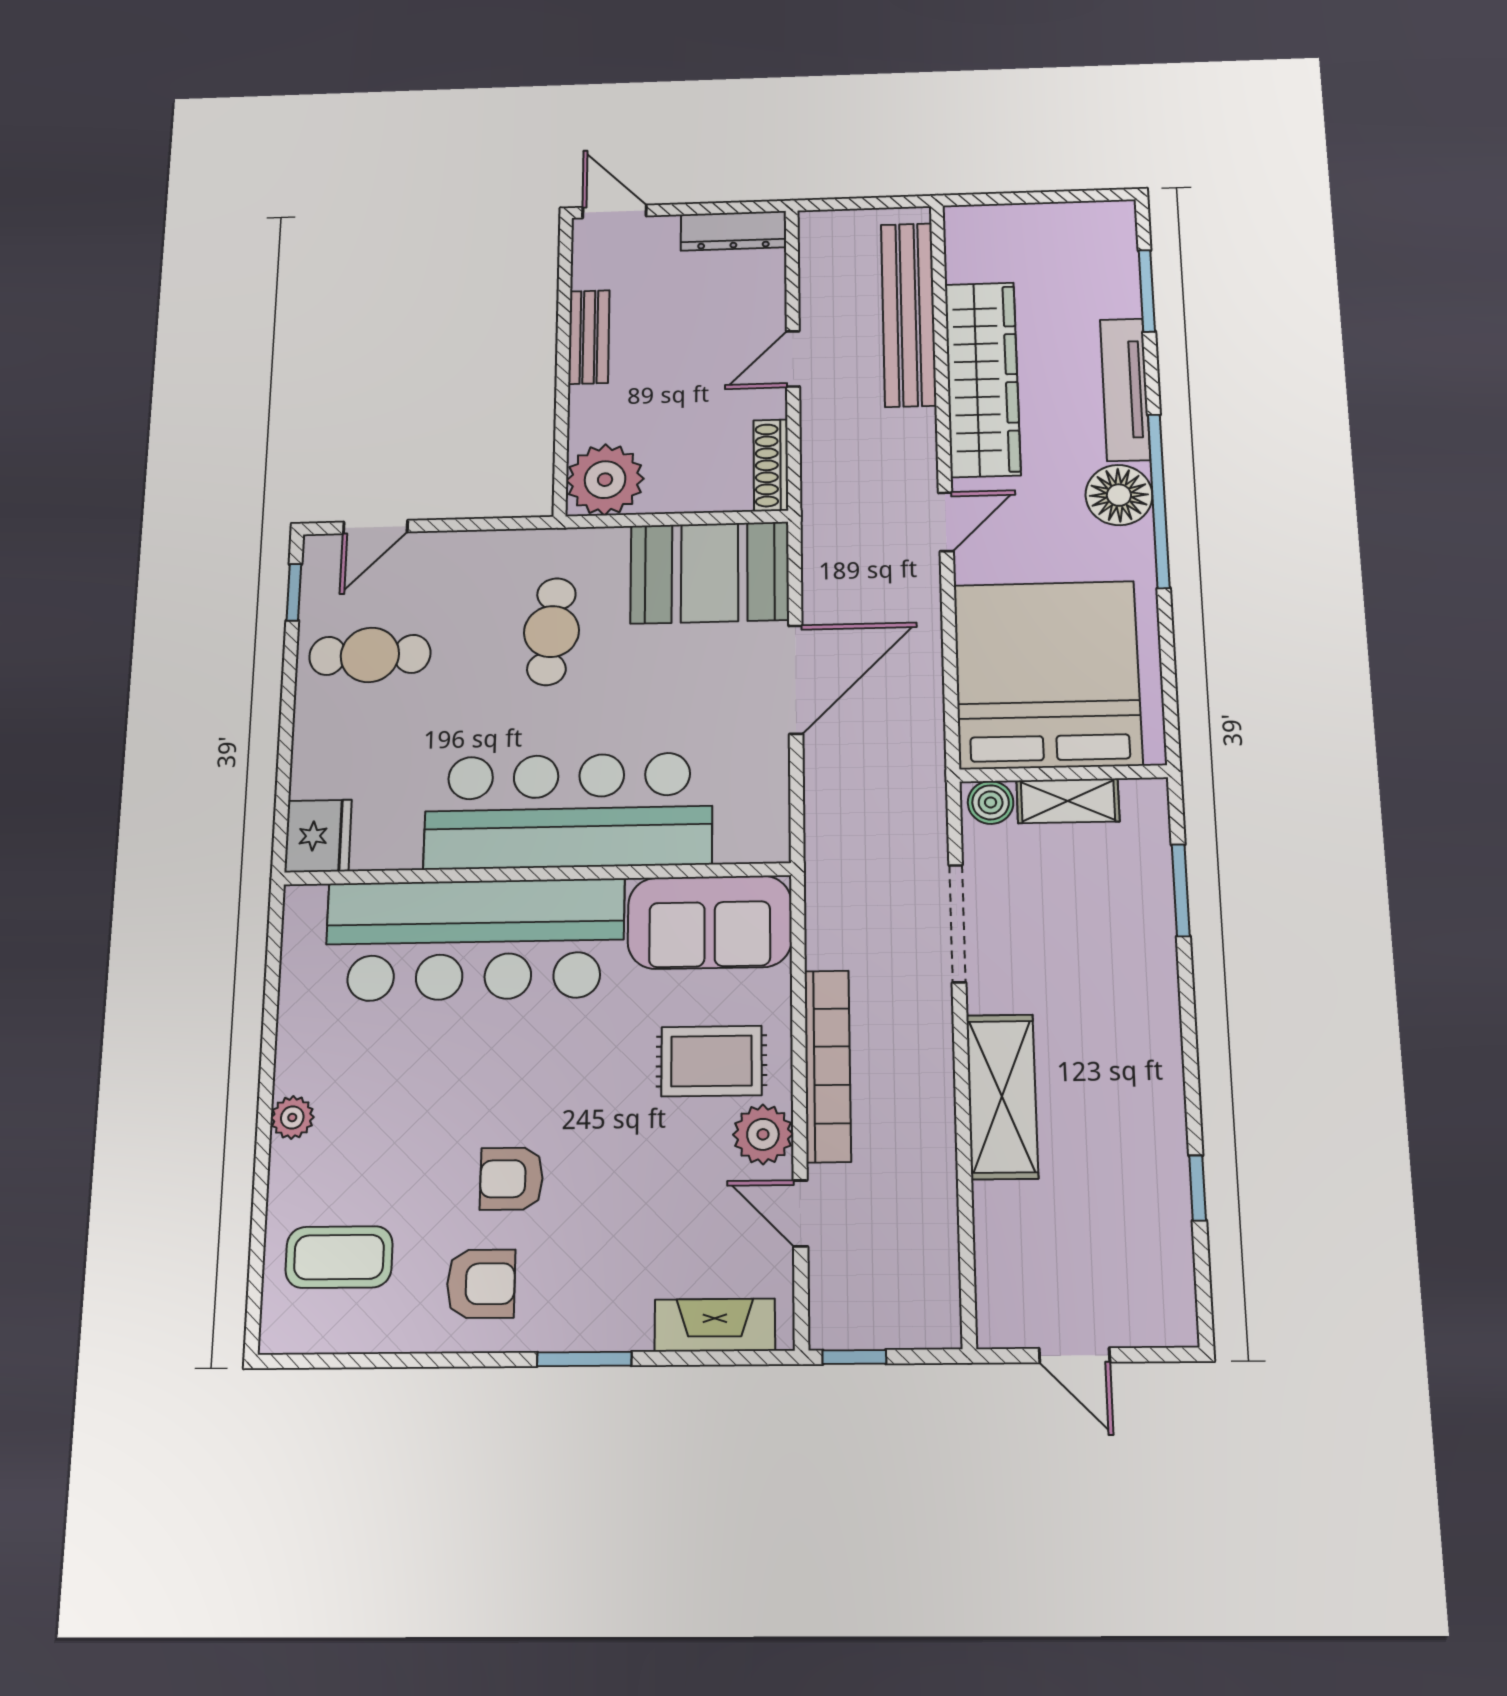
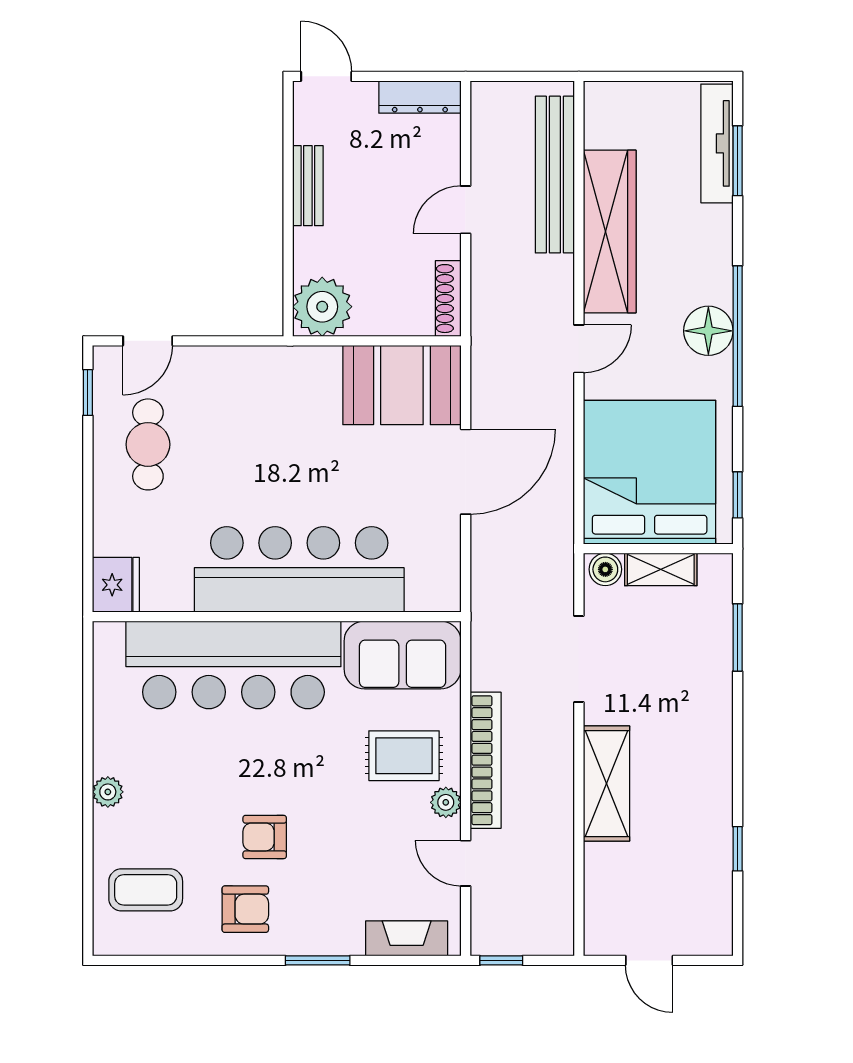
tv unit: (1125, 389) -> (717, 143), moved
cafe table: (551, 632) -> (284, 429), removed
cafe table: (370, 655) -> (148, 444), turned 90
window: (1170, 701) -> (738, 495), added
plant: (763, 1134) -> (446, 802), width x0.73, depth x0.73

